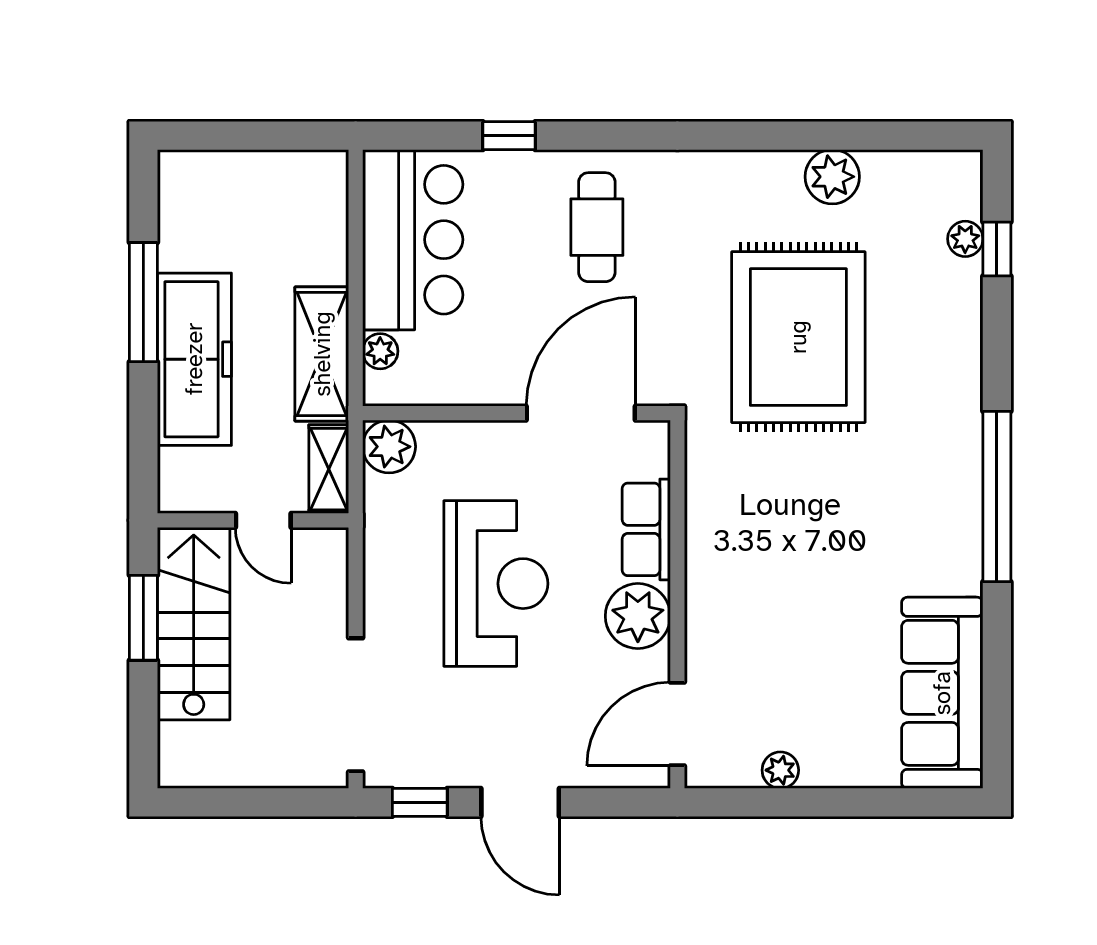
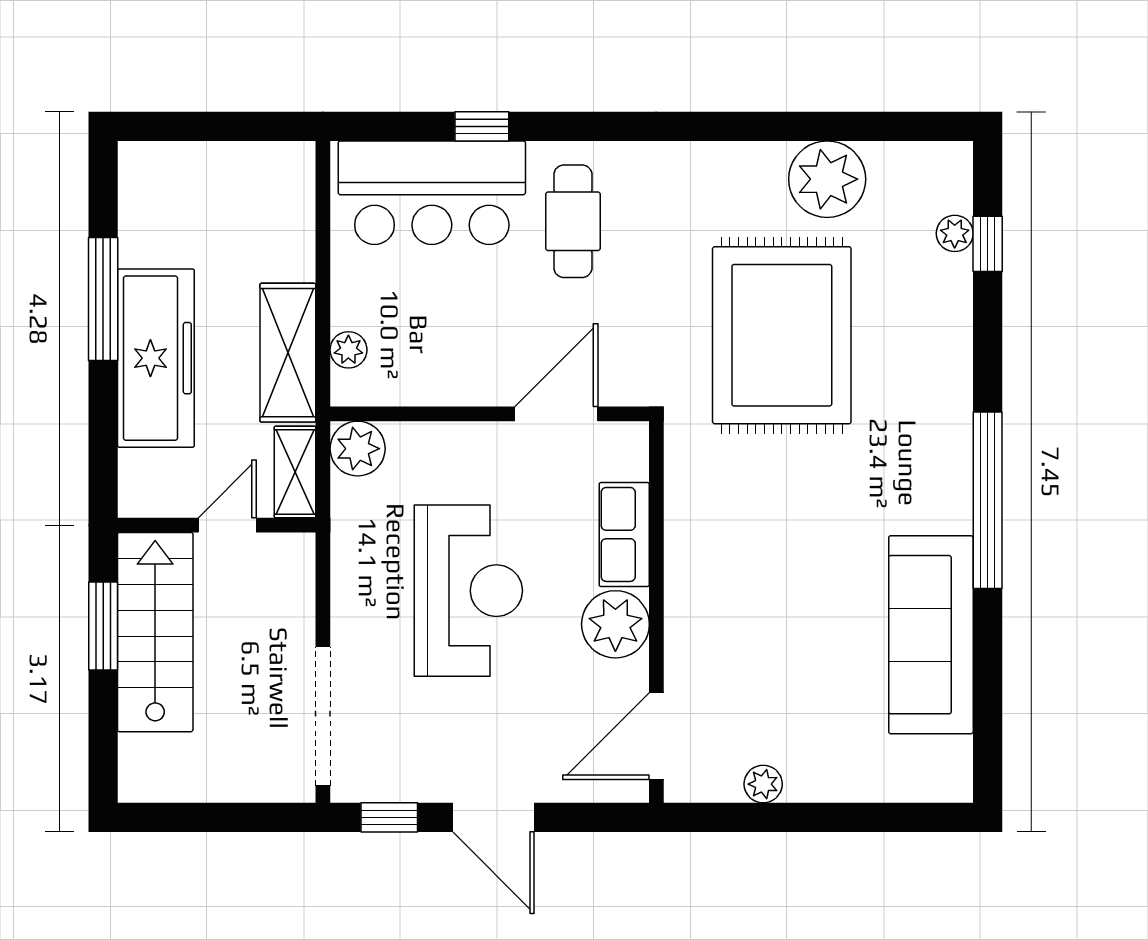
plant: (832, 177) -> (827, 179), width x1.36, depth x1.36
bar counter: (413, 240) -> (432, 193), moved, turned 90
door: (581, 413) -> (556, 414), width x0.73
door: (263, 520) -> (227, 525), swing flipped
sofa: (942, 693) -> (931, 635), moved

